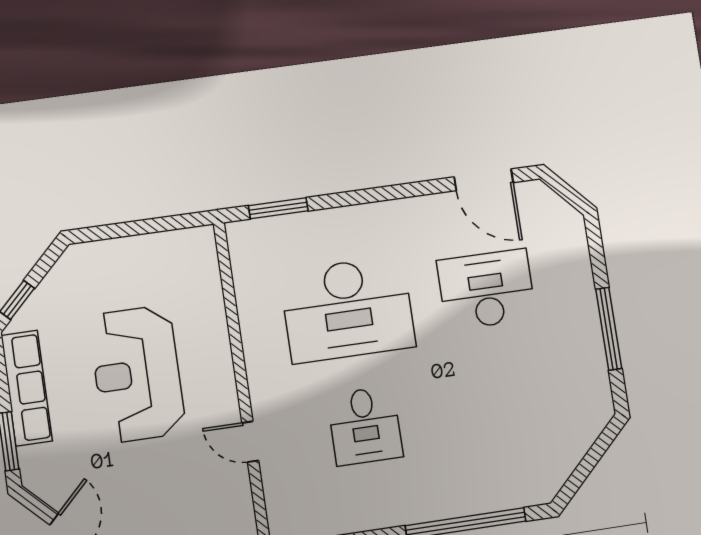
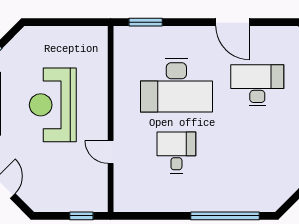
door: (484, 180) -> (232, 22), moved
desk: (365, 426) -> (176, 153), turned 180

